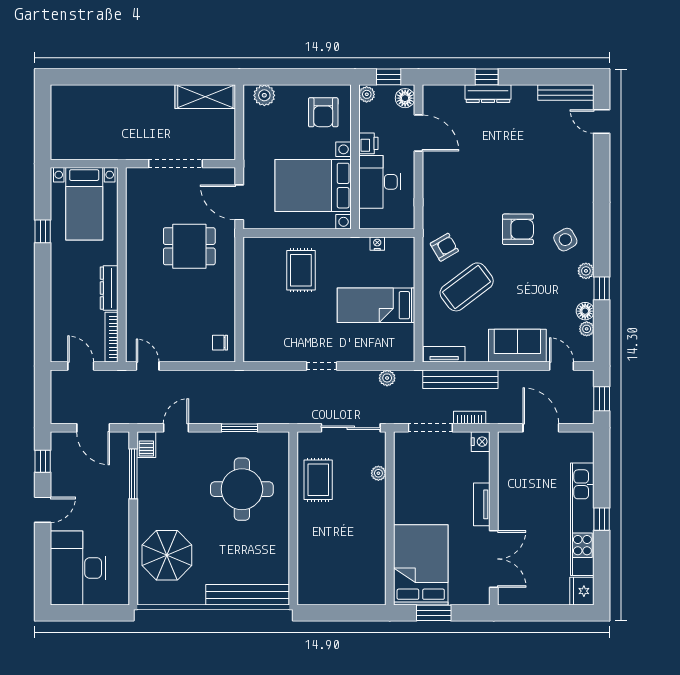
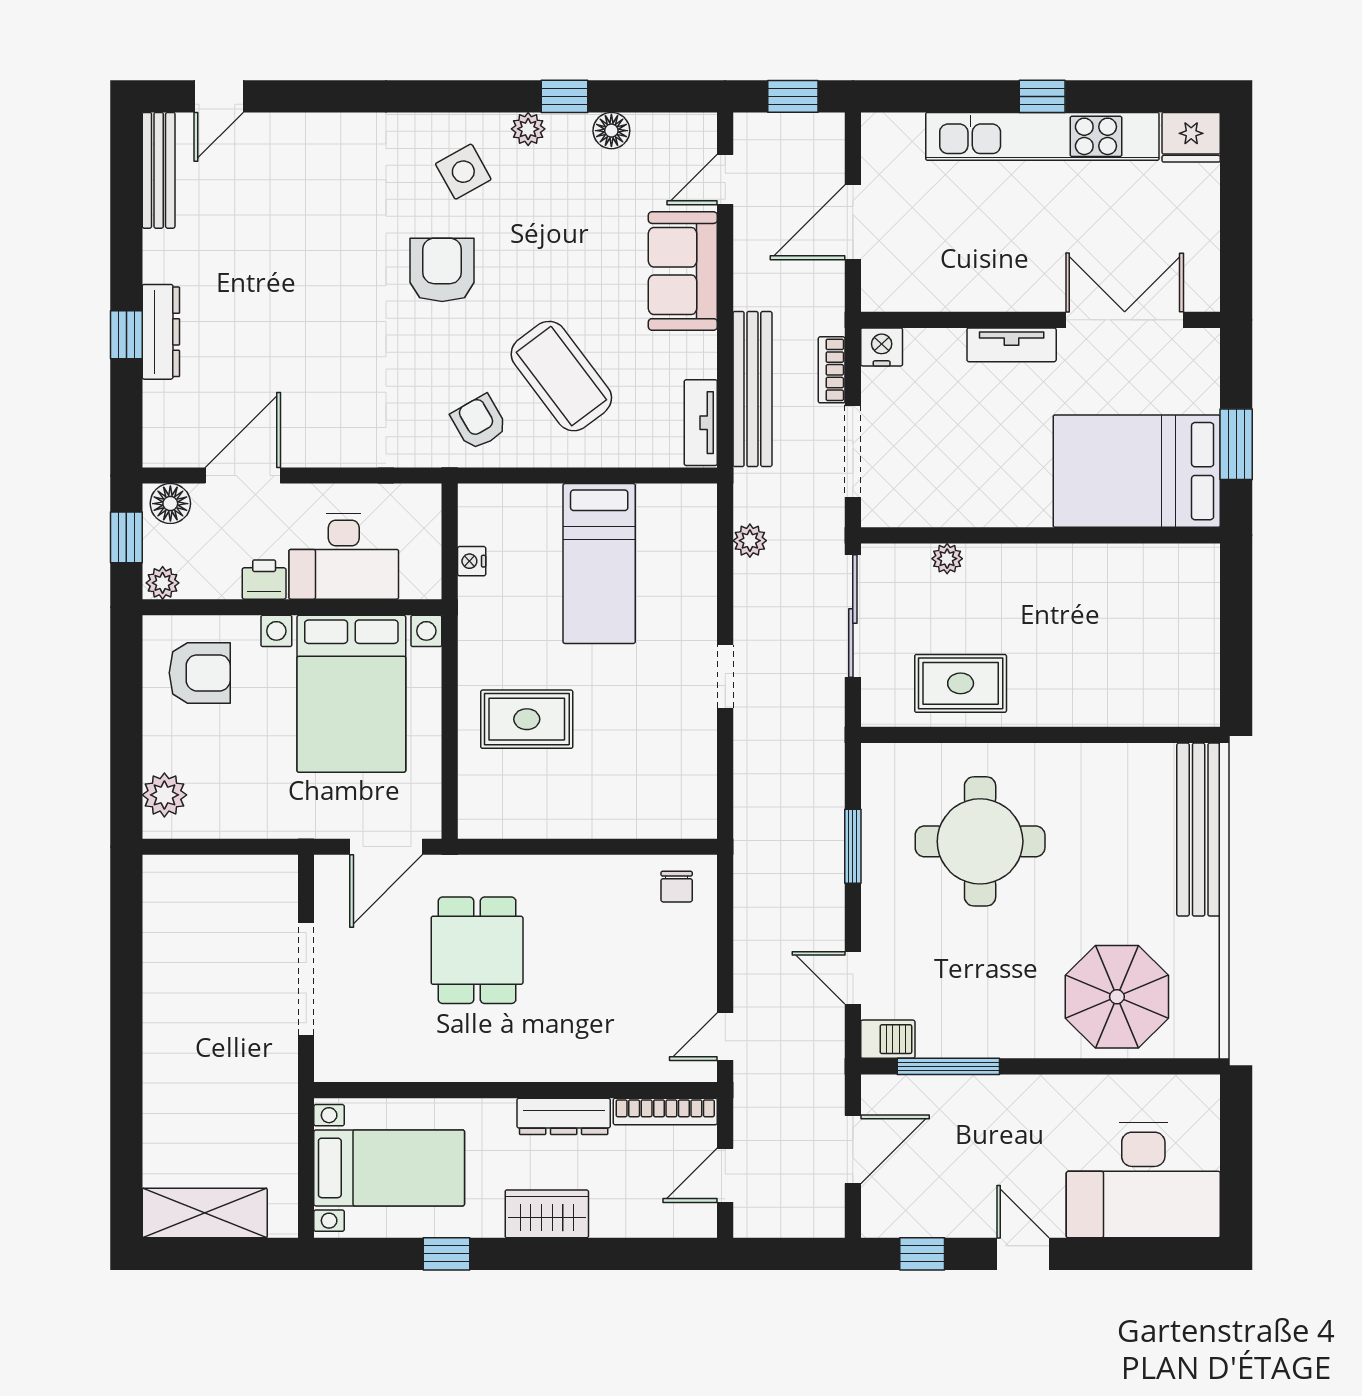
shelving: (205, 97) -> (205, 1213), moved, turned 90
wardrobe: (62, 280) -> (547, 1214), added
plant: (587, 329) -> (648, 128), removed

